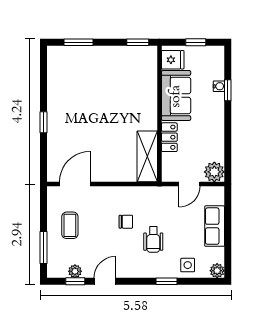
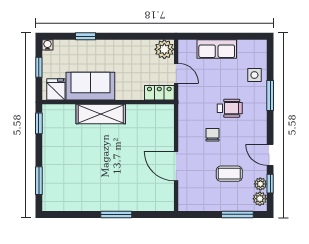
water cooler: (219, 86) -> (48, 45), moved
window: (43, 122) -> (116, 214), width x1.50
locker: (169, 137) -> (159, 93), moved
shelving: (147, 156) -> (101, 114), moved
door: (75, 184) -> (176, 166), moved
coffee table: (70, 225) -> (229, 174), moved
plant: (217, 271) -> (260, 199), moved
window: (166, 281) -> (270, 95), width x1.50

